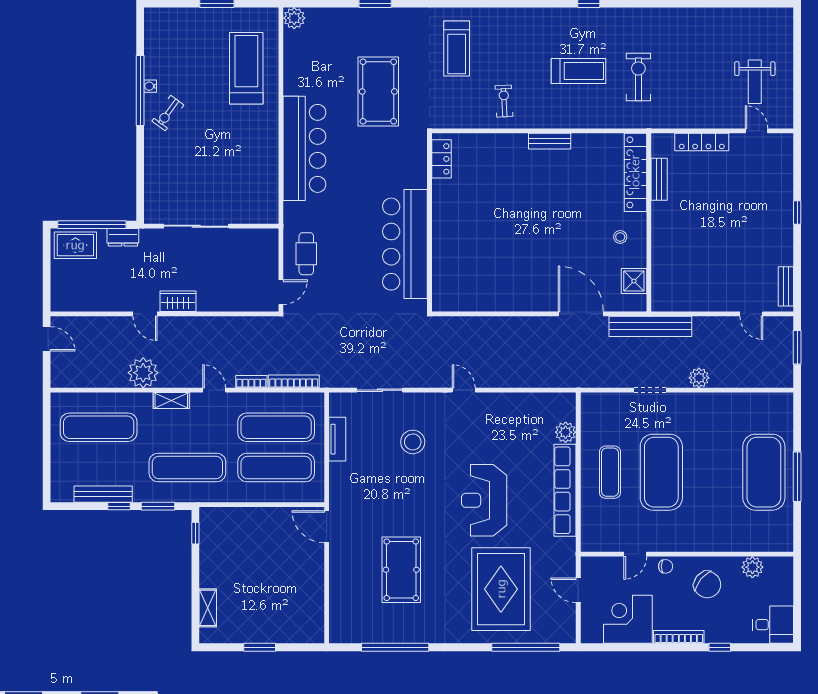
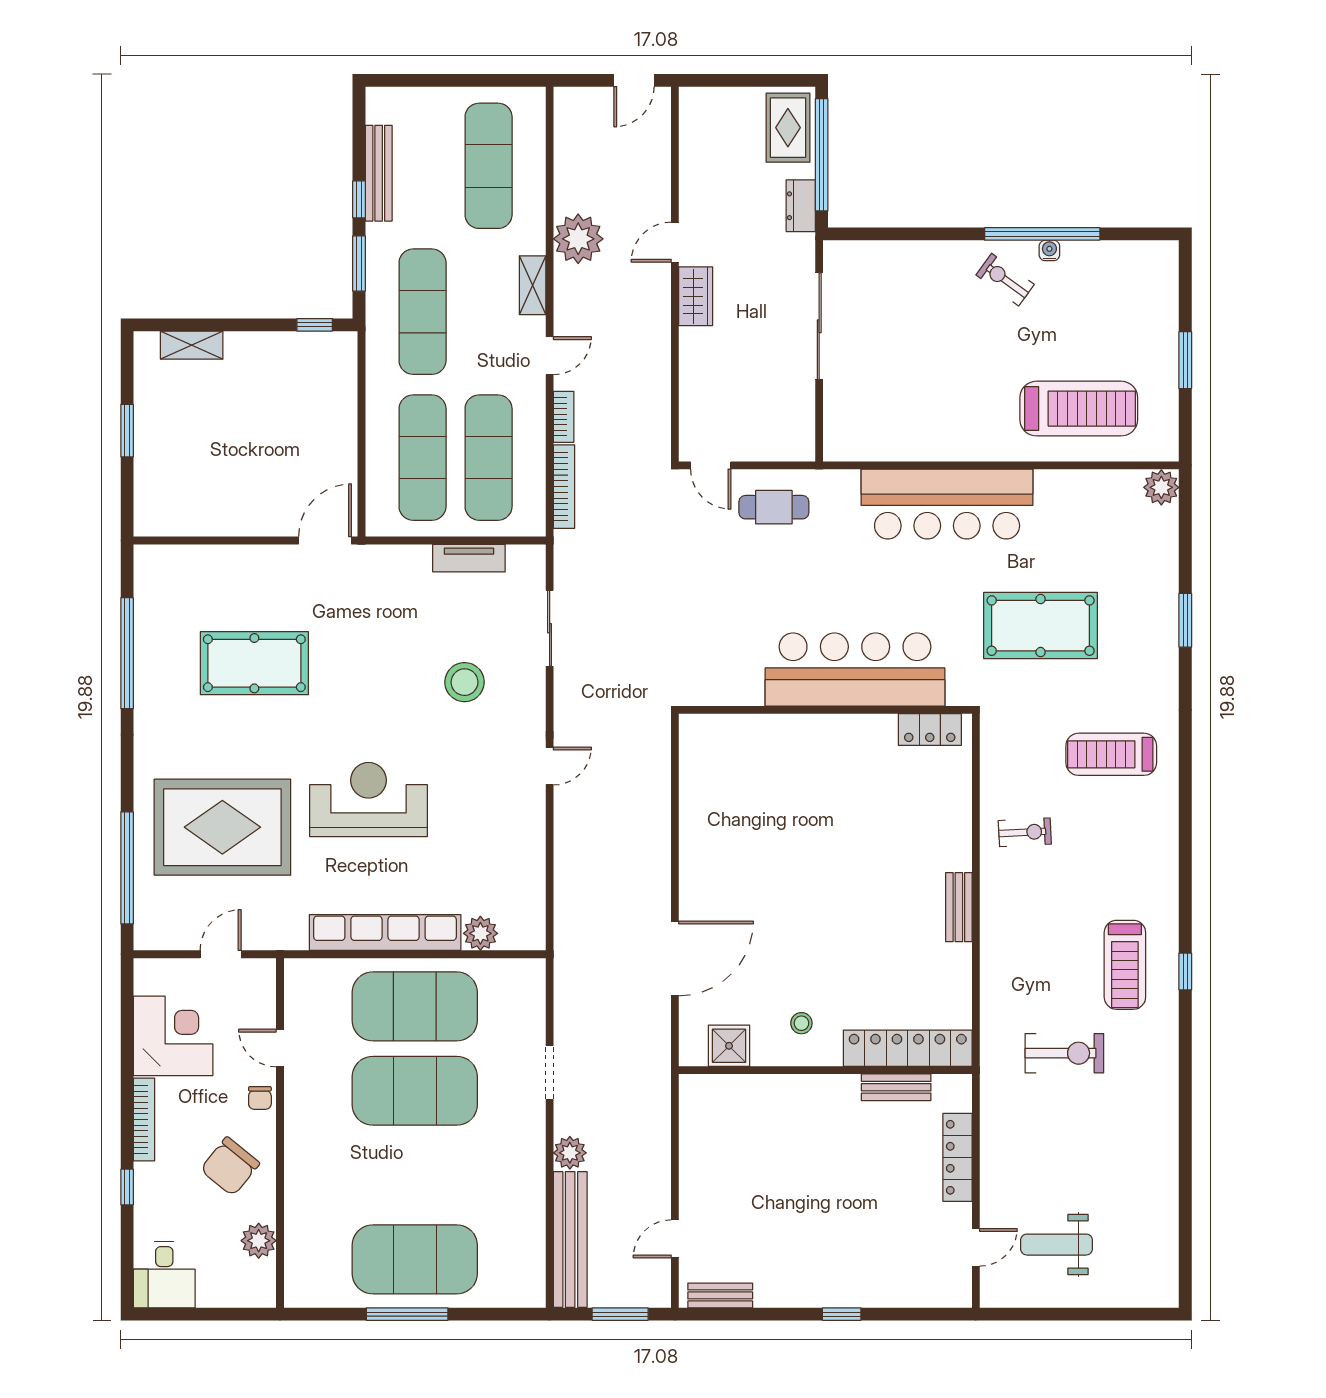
treadmill: (578, 71) -> (1125, 965), moved
bar counter: (405, 244) -> (855, 669), moved
bench: (650, 326) -> (570, 1240), moved
exercise mat: (610, 472) -> (415, 1006), width x2.00, depth x1.45

